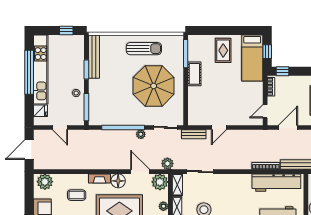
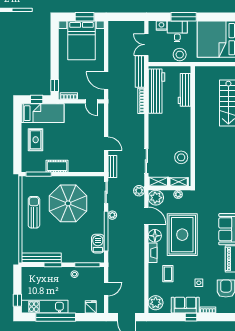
window: (66, 30) -> (17, 300), moved
rug: (223, 50) -> (36, 140), turned 90
kitchen unit: (41, 69) -> (45, 307), width x0.73
barbecue: (110, 119) -> (98, 244), added
door: (140, 172) -> (146, 216), swing flipped

